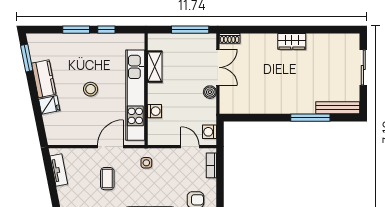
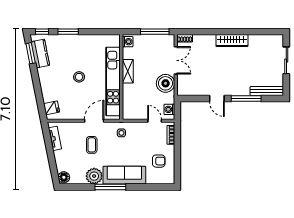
window: (106, 30) -> (42, 32), moved
wardrobe: (292, 41) -> (232, 41), width x1.50
shelving: (155, 67) -> (128, 71), moved
kitchen counter: (44, 79) -> (40, 54), moved
boiler: (210, 92) -> (166, 83), width x1.86, depth x1.86
fridge: (49, 105) -> (51, 108), moved
washing machine: (154, 111) -> (128, 42), moved
door: (272, 118) -> (217, 99), added

